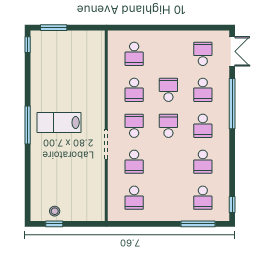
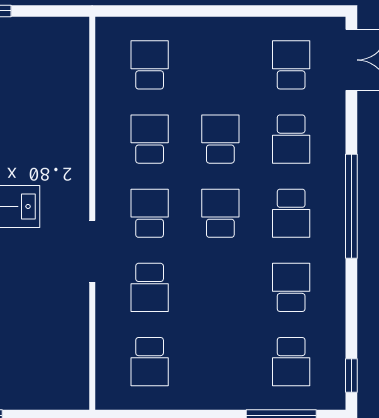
school desk: (134, 54) -> (150, 65), turned 180
school desk: (134, 90) -> (150, 139), turned 180
window: (232, 104) -> (351, 206), moved
school desk: (203, 162) -> (291, 287), turned 180

